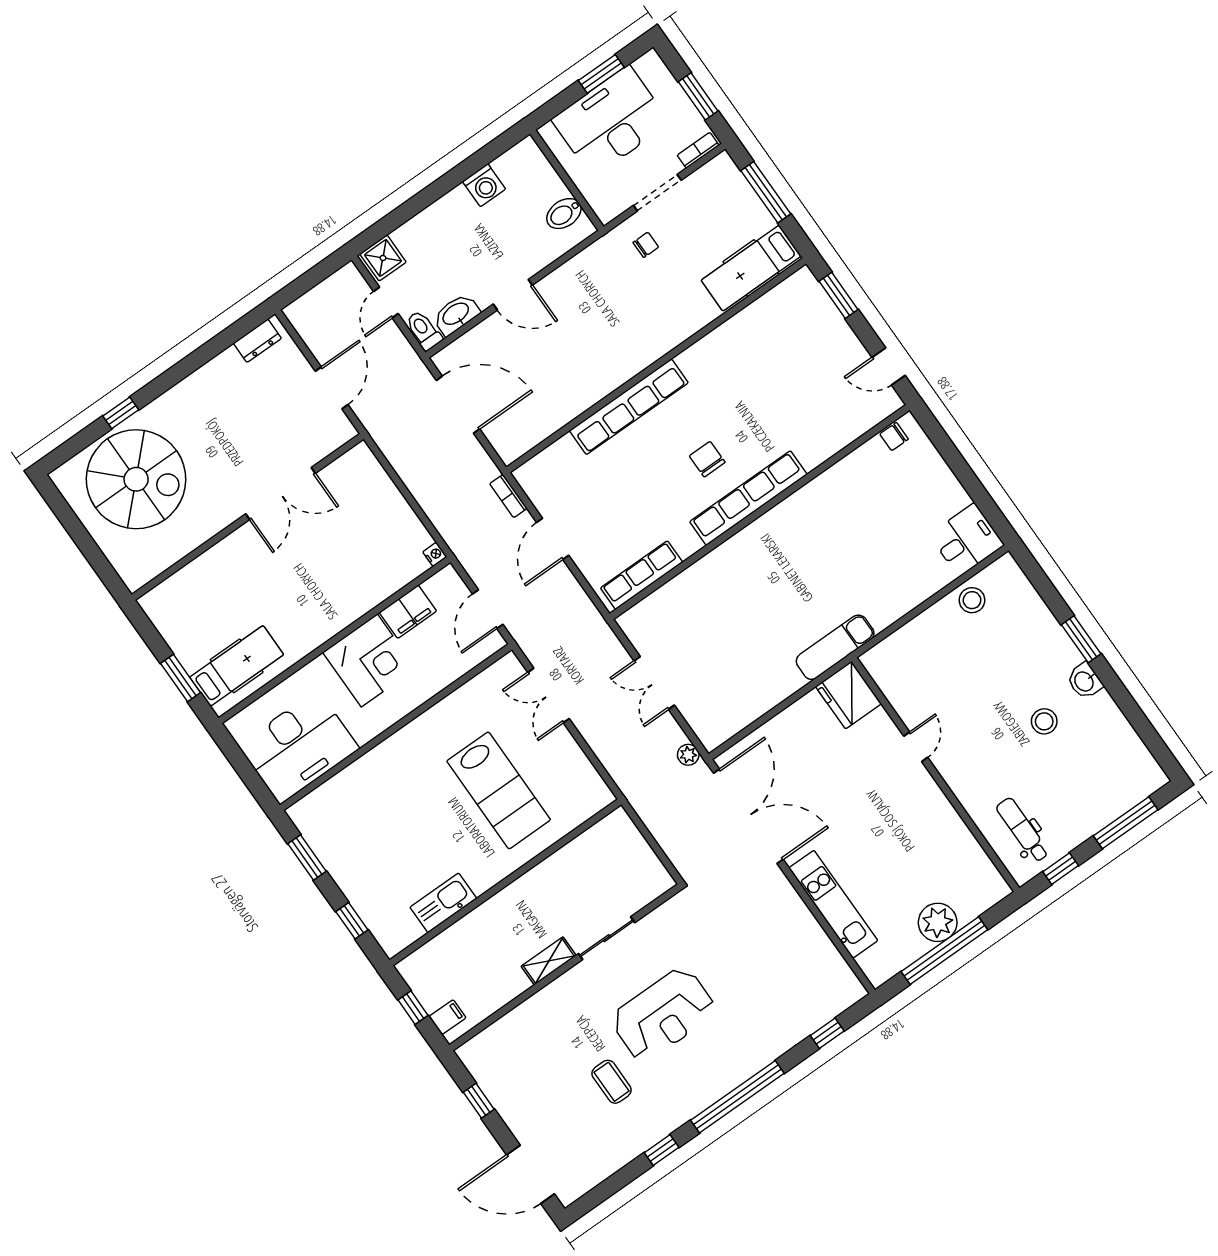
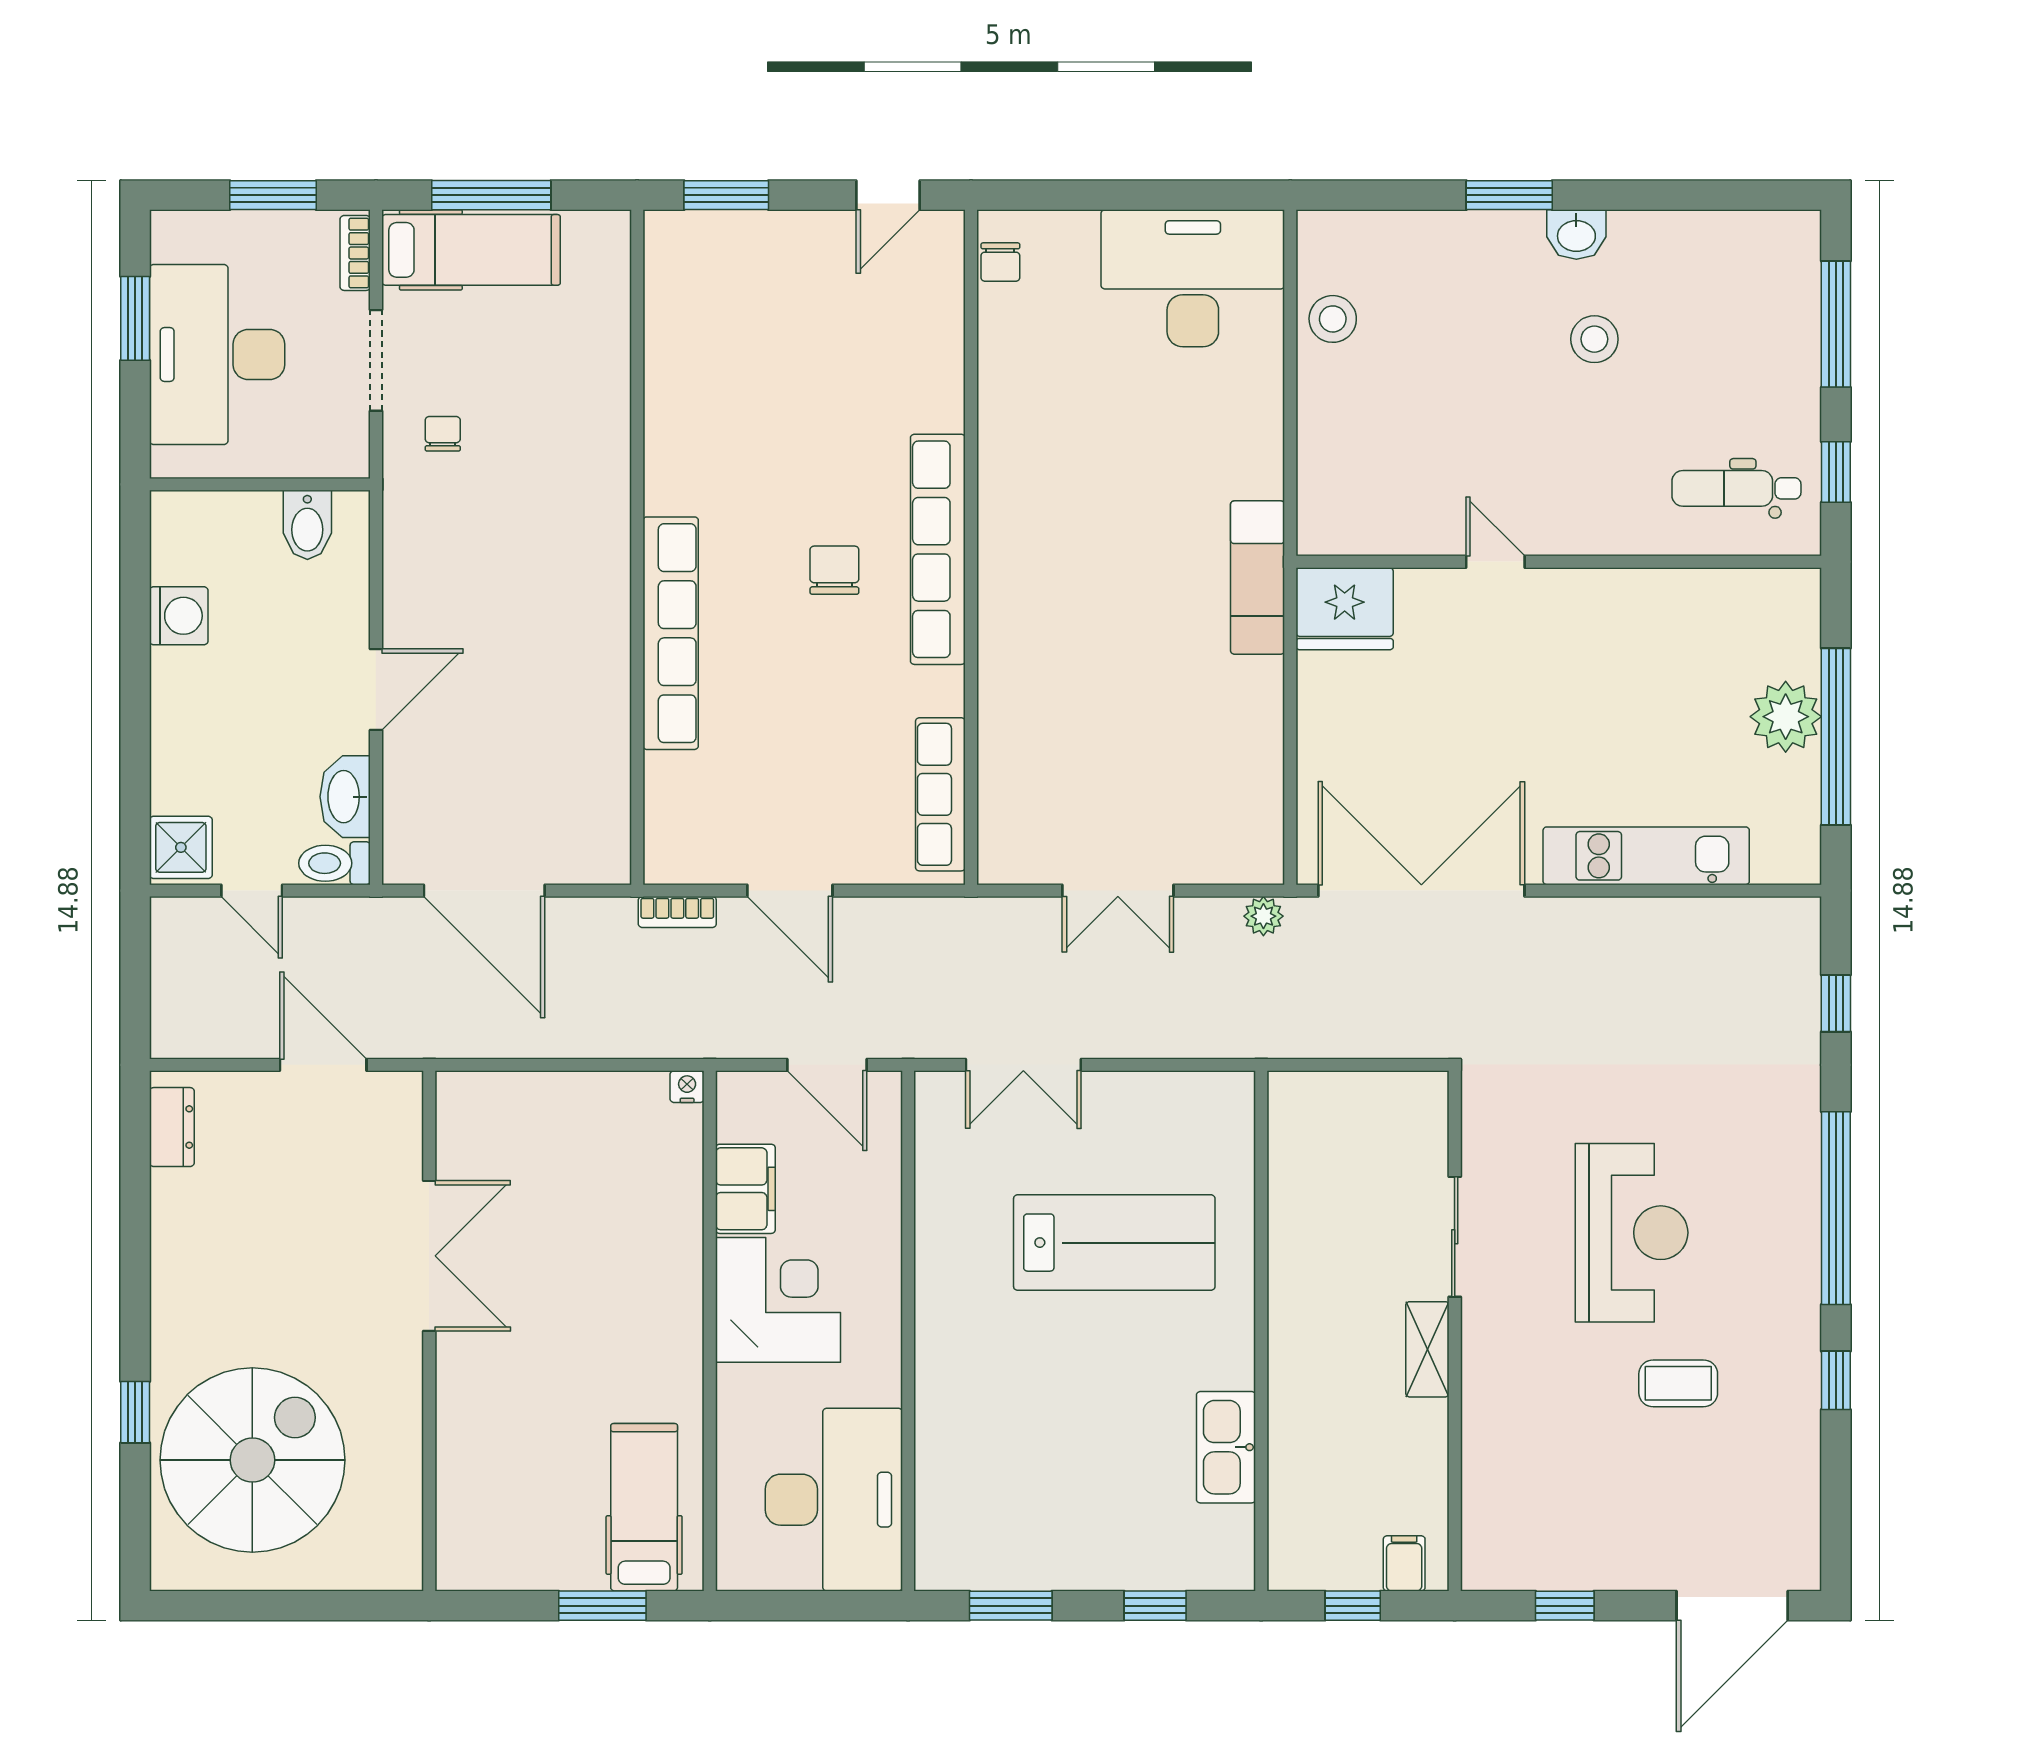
hospital bed: (751, 268) -> (471, 250), moved, turned -90
door: (458, 405) -> (484, 891), swing flipped
chair: (707, 459) -> (834, 570), turned 90
desk: (967, 540) -> (1193, 278), width x1.87, depth x1.30

